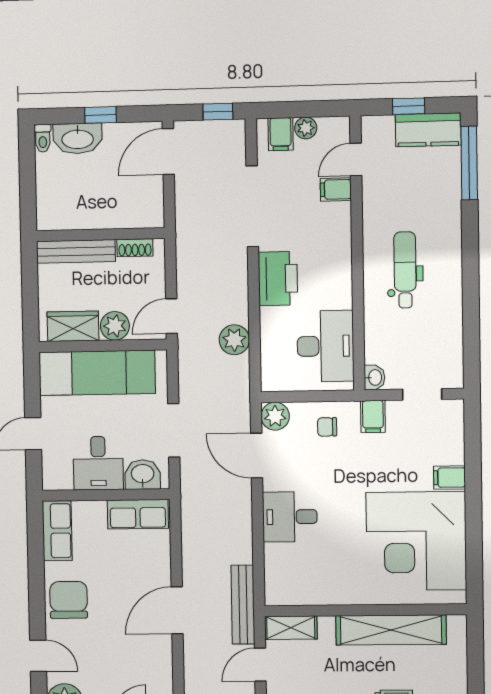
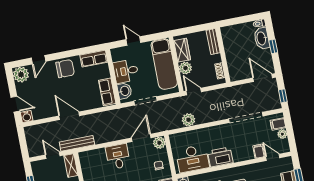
bench: (76, 251) -> (213, 41), width x0.73
printer: (278, 279) -> (220, 157), moved, turned 180

